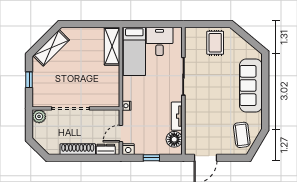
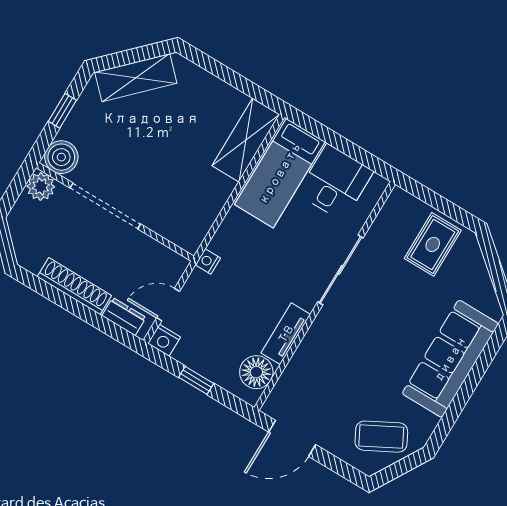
boiler: (40, 99) -> (61, 157), added
coffee table: (242, 135) -> (381, 437), turned 69

